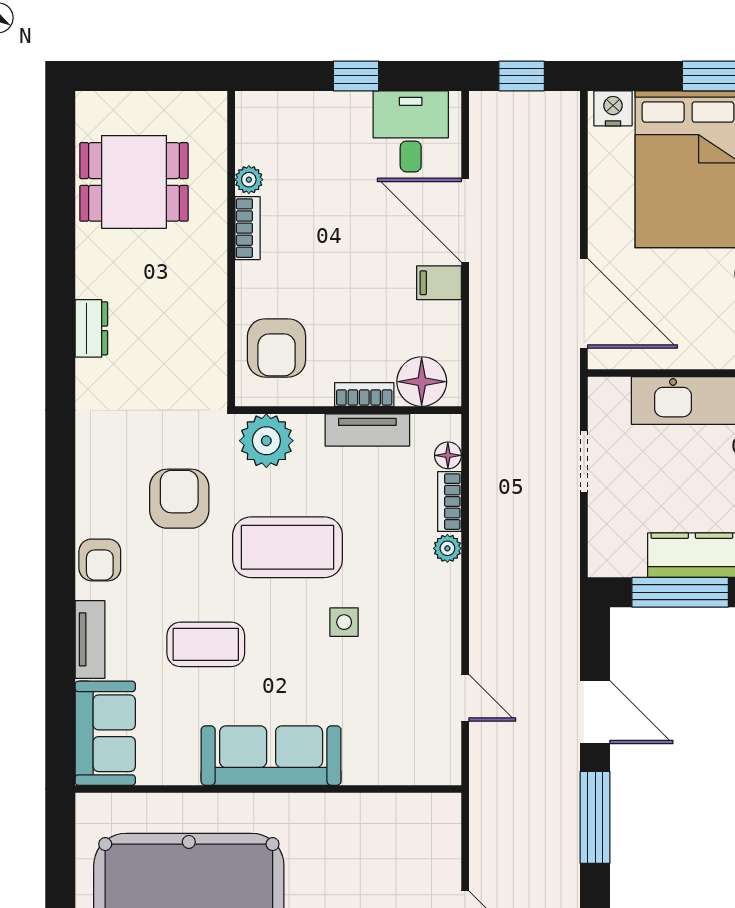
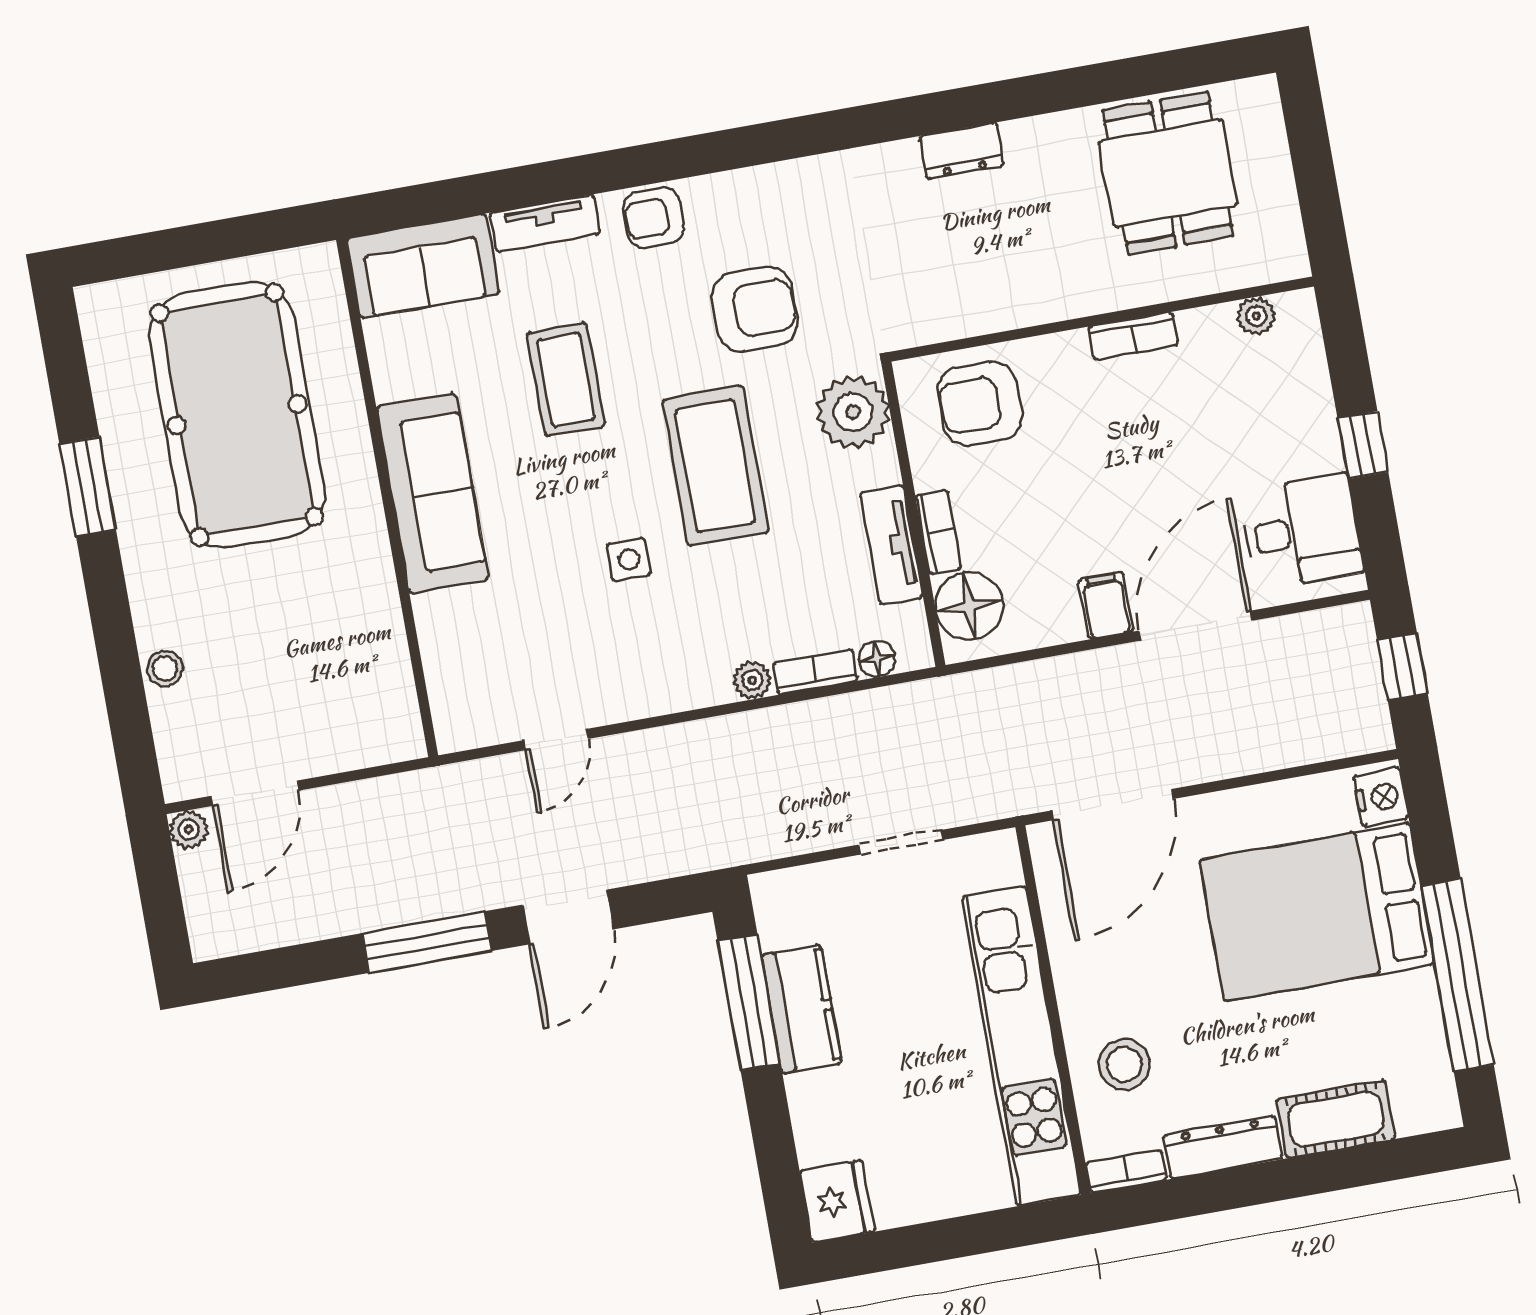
plant: (249, 180) -> (1256, 316), moved

